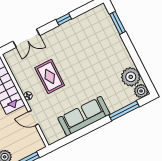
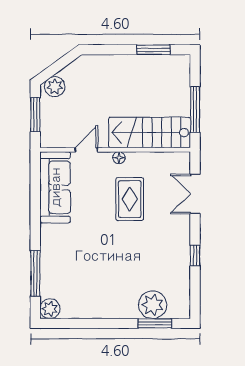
rug: (50, 76) -> (130, 199), turned 90
plant: (131, 77) -> (153, 305), moved
sofa: (84, 116) -> (55, 187), moved

